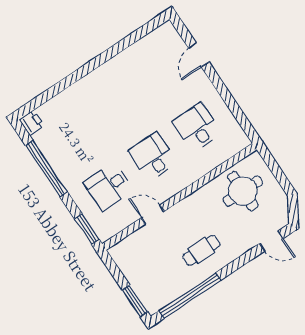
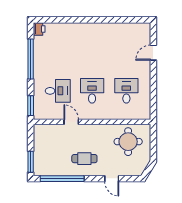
desk: (109, 186) -> (58, 91), turned 180
door: (271, 241) -> (112, 179), moved

